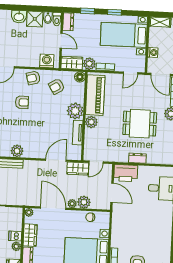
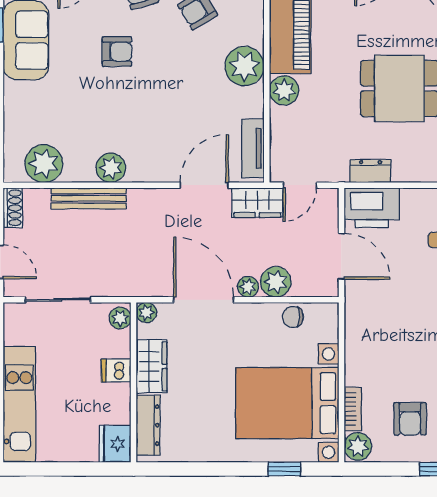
tv unit: (78, 133) -> (253, 148), moved
dresser: (137, 158) -> (370, 171), moved
plant: (16, 246) -> (120, 318), moved

